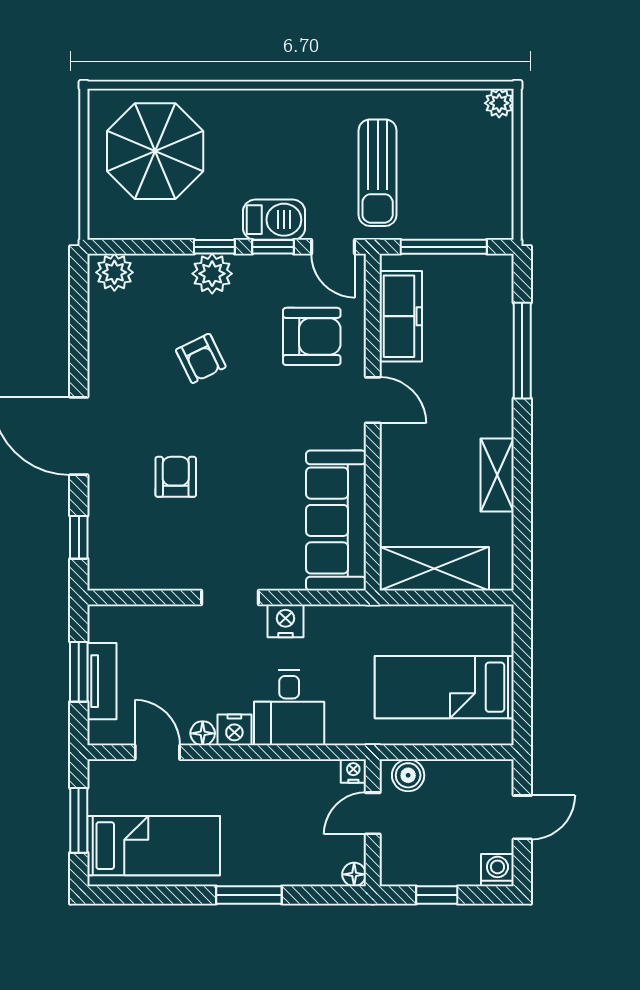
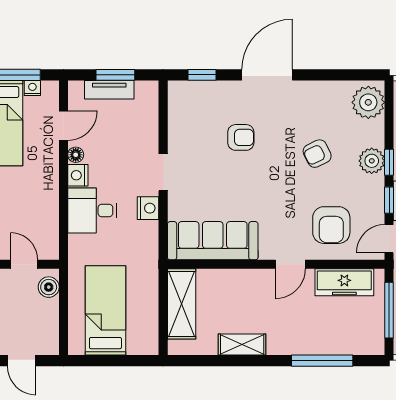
plant: (114, 272) -> (368, 102), width x1.36, depth x1.36
nightstand: (353, 771) -> (32, 88), moved, turned -90

